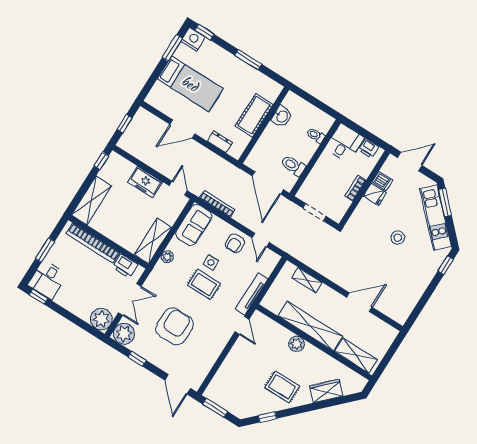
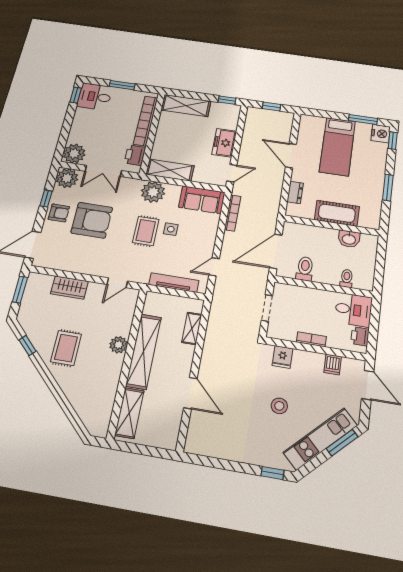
fridge: (375, 194) -> (282, 357), moved
armchair: (235, 243) -> (59, 213), moved, turned 180
plant: (167, 257) -> (153, 192), width x1.88, depth x1.88
tv unit: (252, 294) -> (174, 283), moved
wardrobe: (326, 391) -> (69, 287), moved, turned 135

